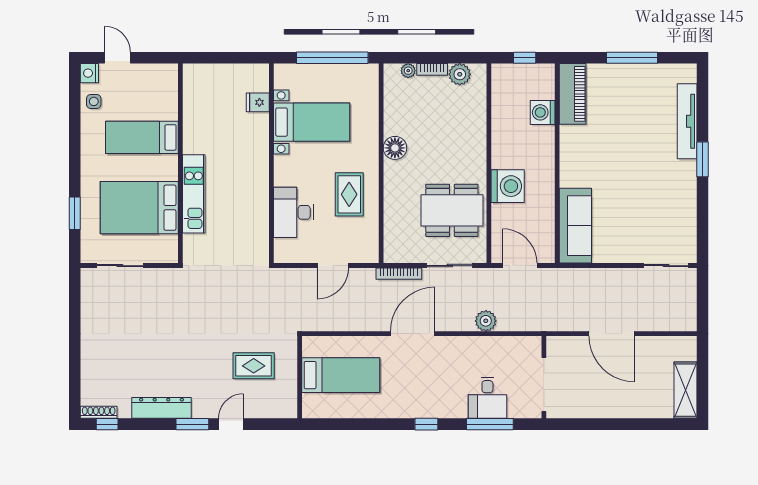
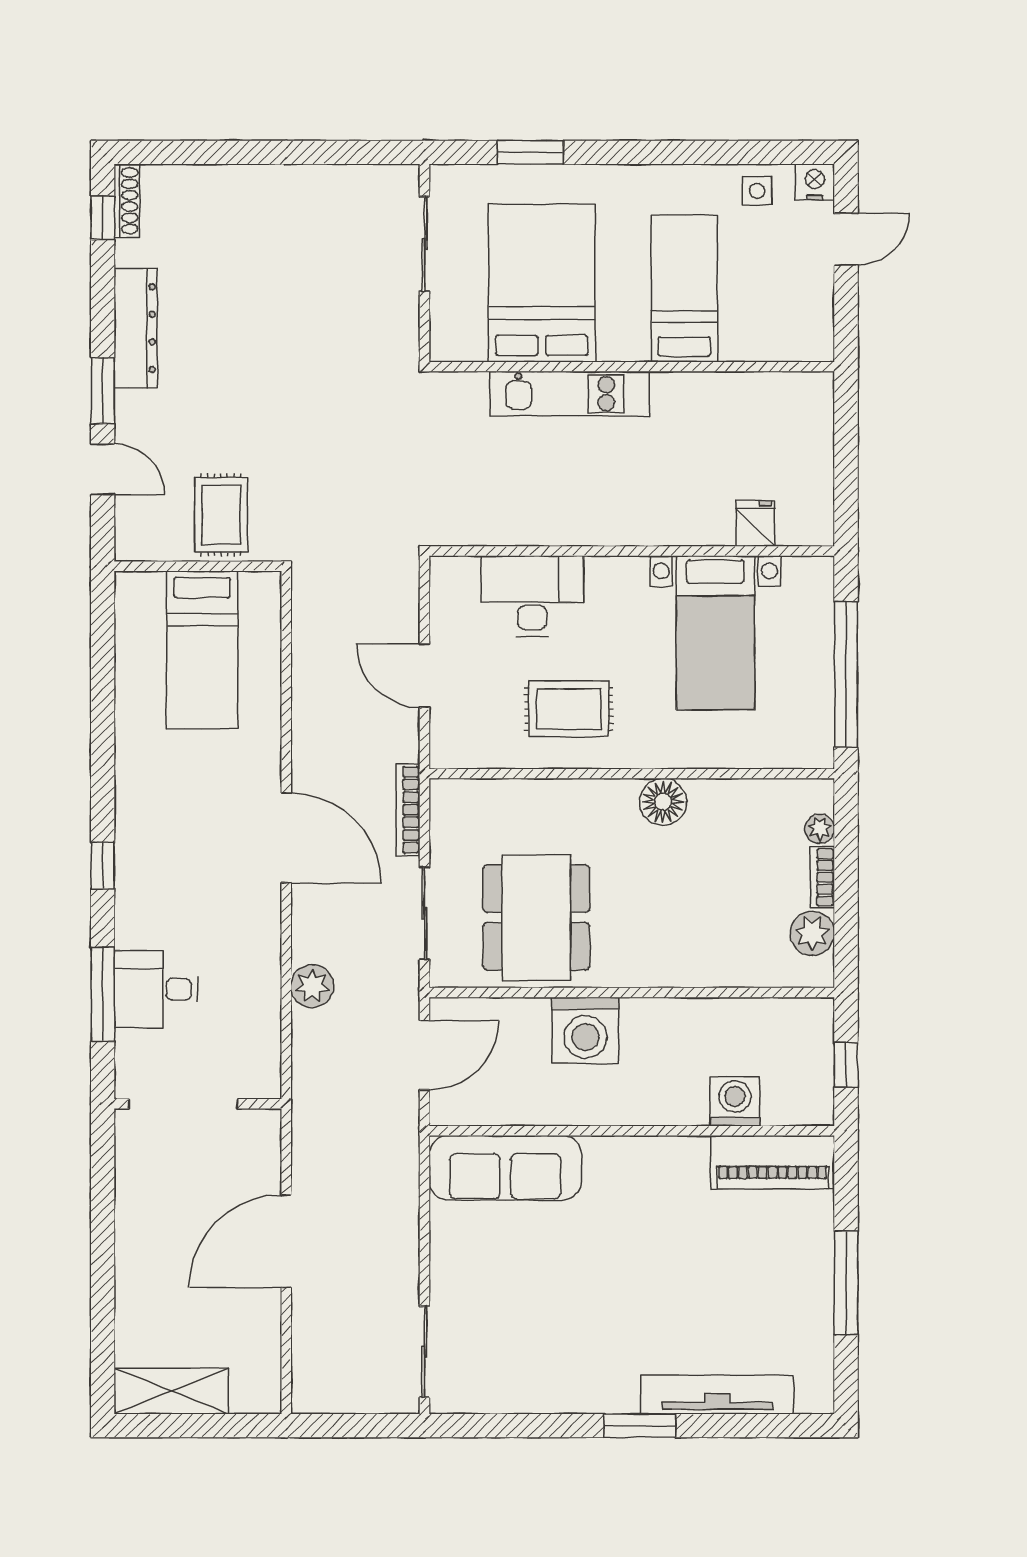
bed: (341, 375) -> (202, 650), moved
wall: (300, 377) -> (198, 566), moved

